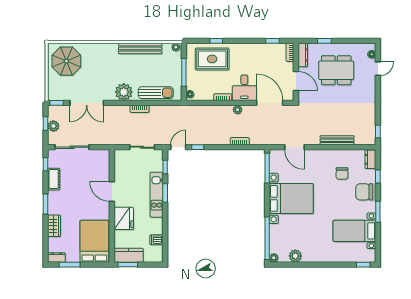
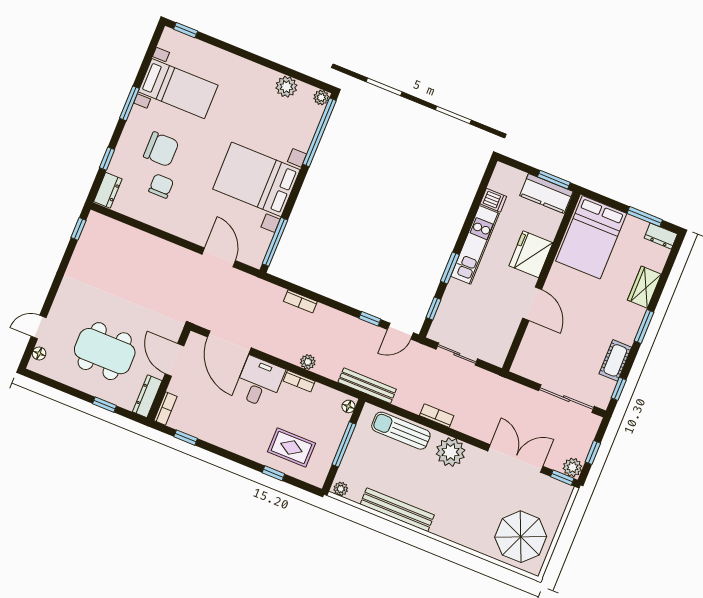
rug: (212, 59) -> (291, 447), width x0.73, depth x0.70
plant: (238, 110) -> (308, 362), moved
plant: (53, 126) -> (572, 467), moved
bench: (337, 140) -> (367, 386), moved
chair: (364, 192) -> (161, 149), moved
kitchen unit: (157, 195) -> (475, 245), moved

